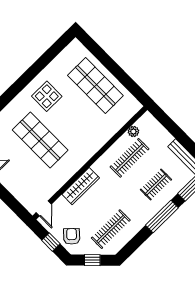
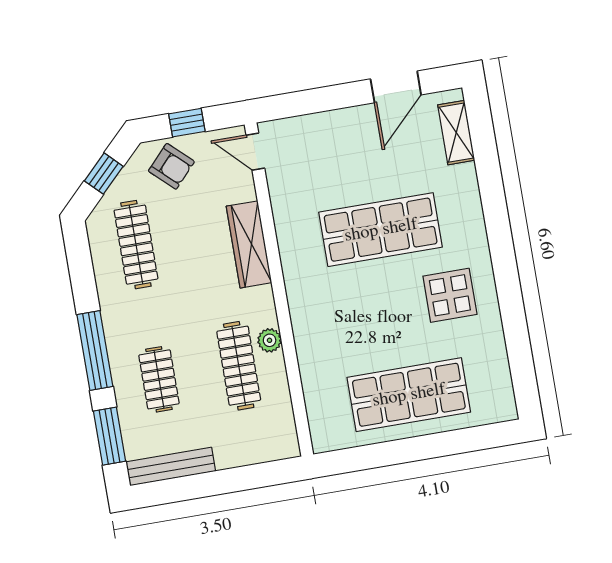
plant: (133, 132) -> (270, 340), moved

